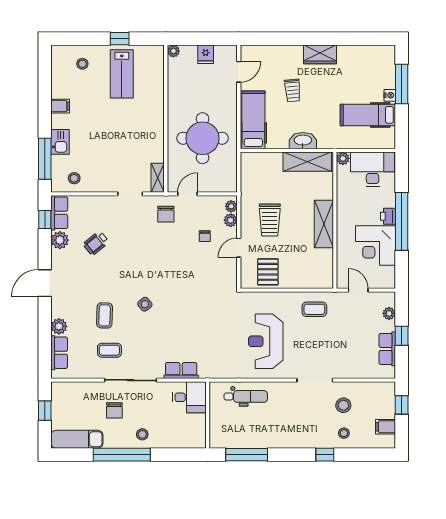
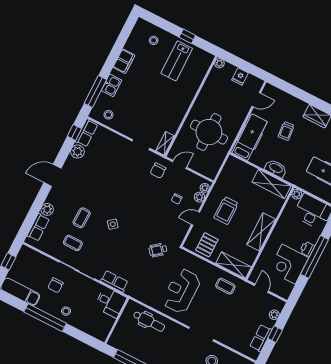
filing cabinet: (60, 106) -> (124, 61), width x2.00
wheelchair: (96, 243) -> (158, 250), moved
shelving: (311, 280) -> (233, 265), added

